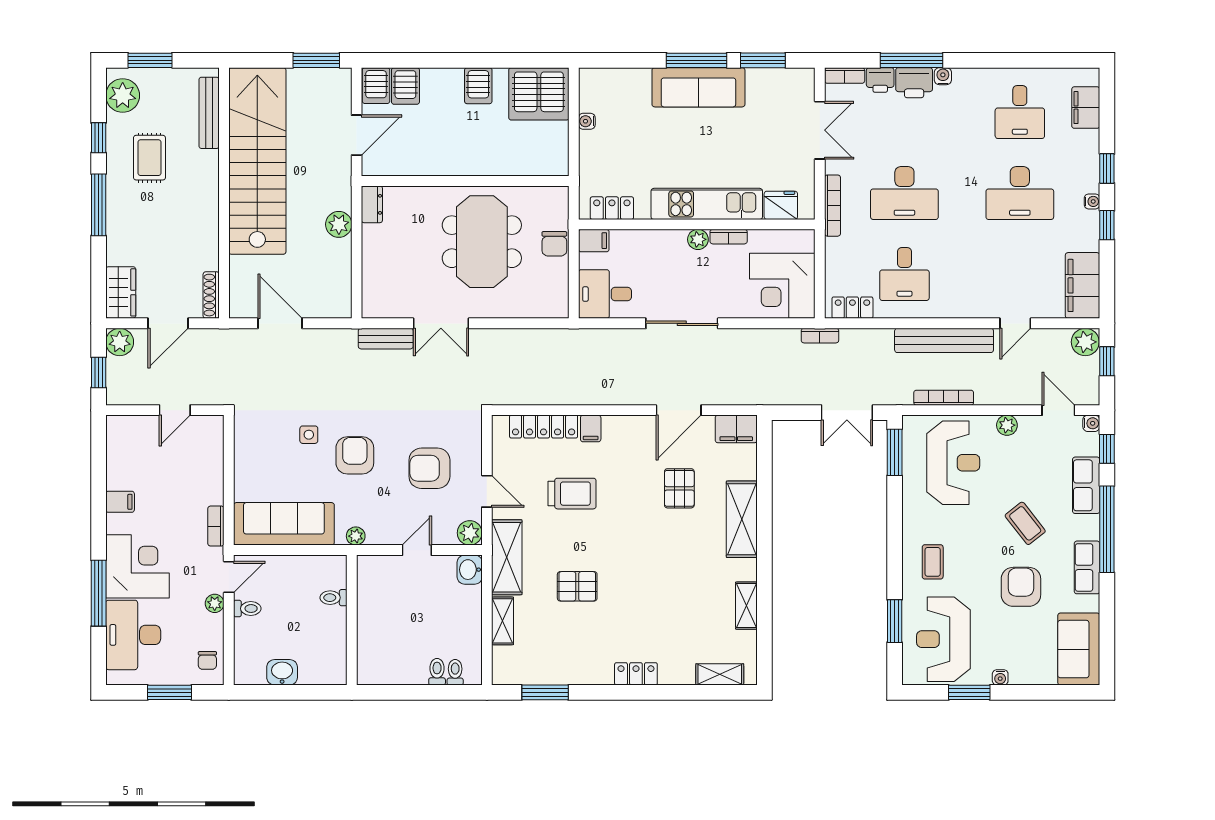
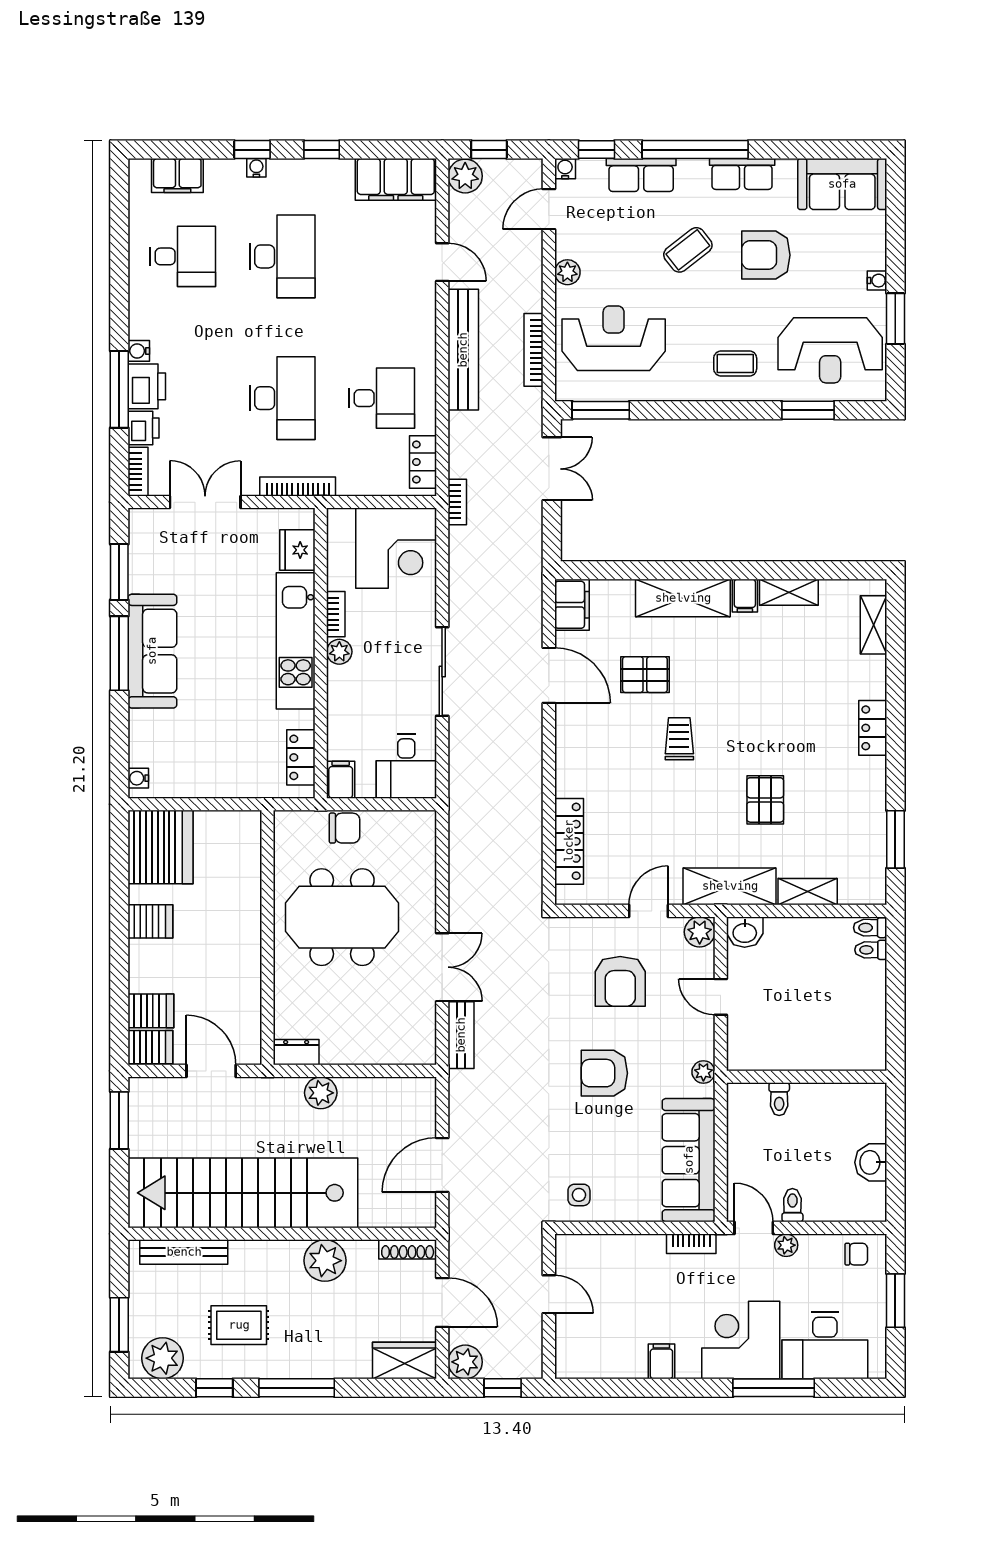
water cooler: (587, 121) -> (138, 778), moved, turned 90
water cooler: (1092, 201) -> (256, 168), moved
plant: (202, 228) -> (325, 1261), added
filing cabinet: (591, 428) -> (745, 596), moved, turned 90
side table: (309, 435) -> (579, 1195), moved
trolley: (572, 494) -> (679, 739), moved, width x0.73, depth x0.72
toilet: (437, 672) -> (870, 928), moved

